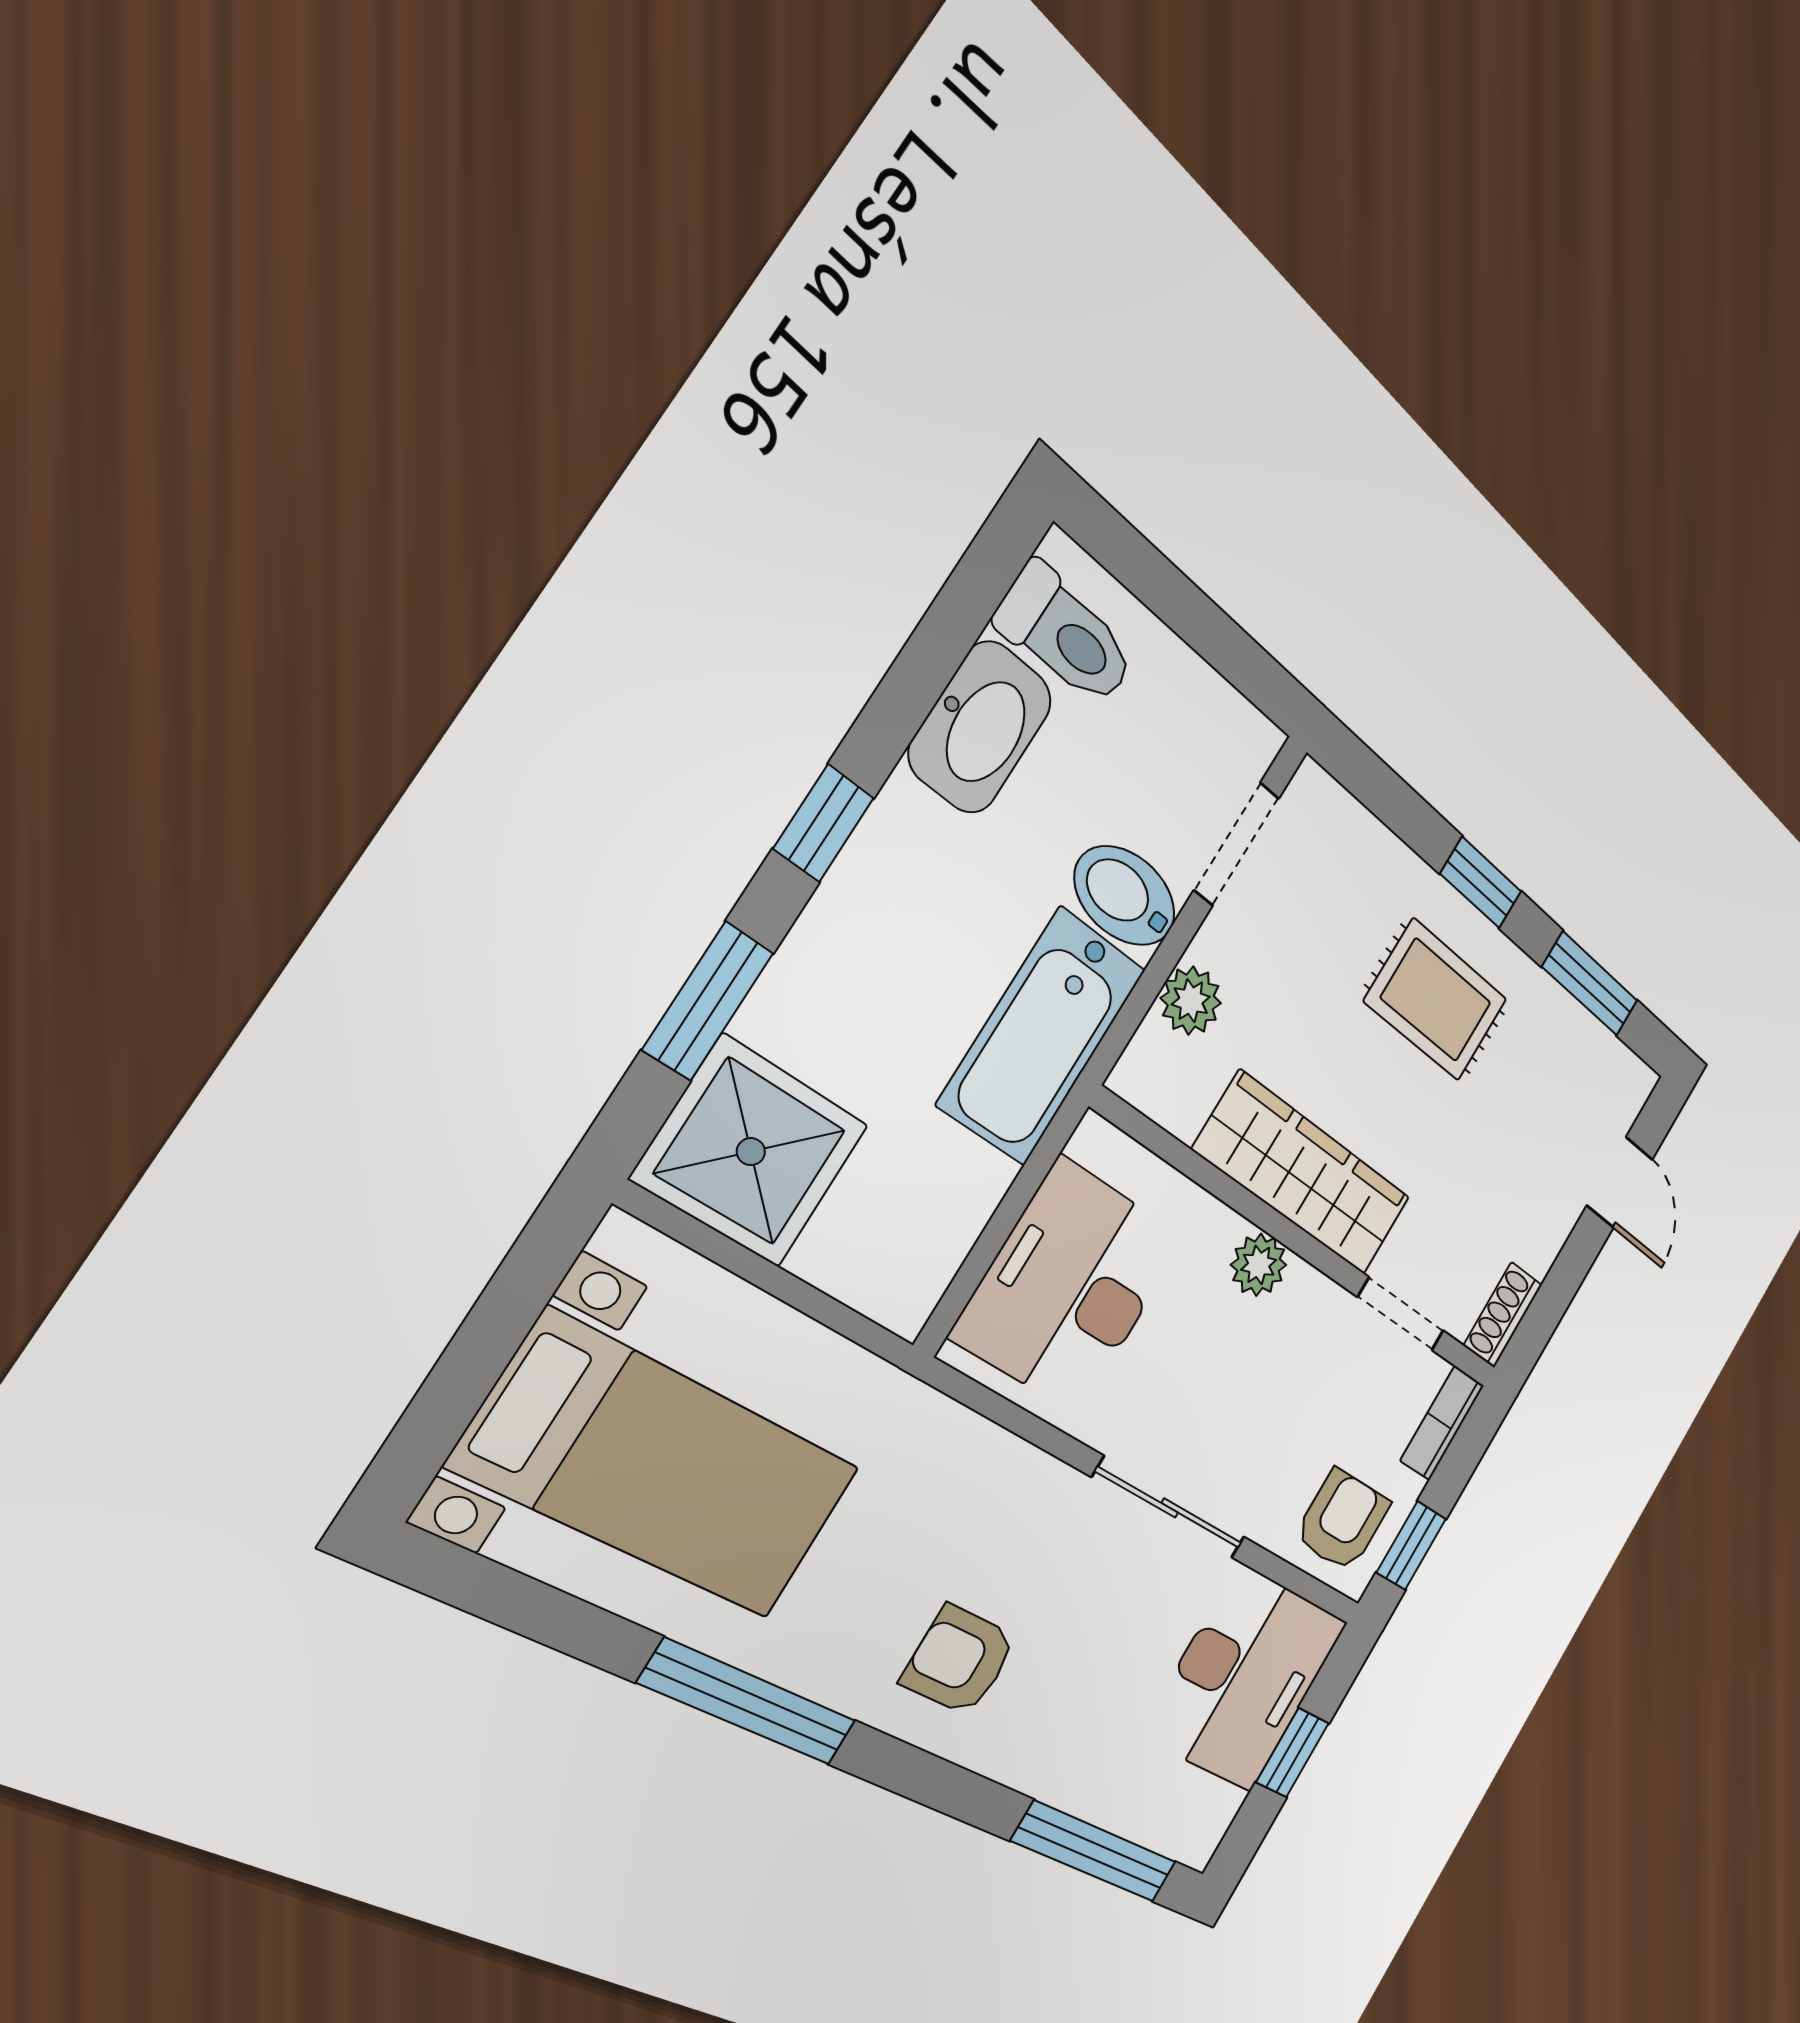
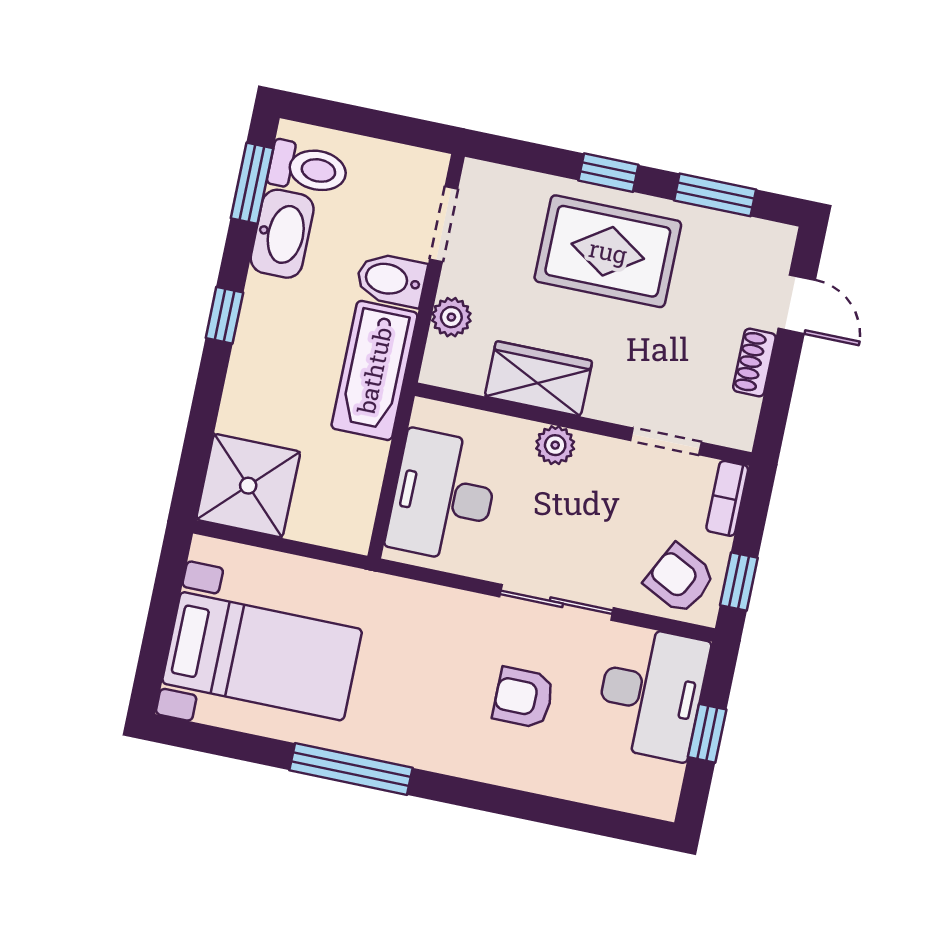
rug: (1436, 1000) -> (608, 251), width x1.36, depth x1.43
window: (708, 1001) -> (252, 183), moved
wardrobe: (1304, 1174) -> (538, 379), width x0.67
shoe rack: (1503, 1315) -> (754, 362), moved
armchair: (1343, 1521) -> (680, 579), turned -63
armchair: (959, 1660) -> (523, 698), moved
window: (1095, 1852) -> (592, 819), removed

